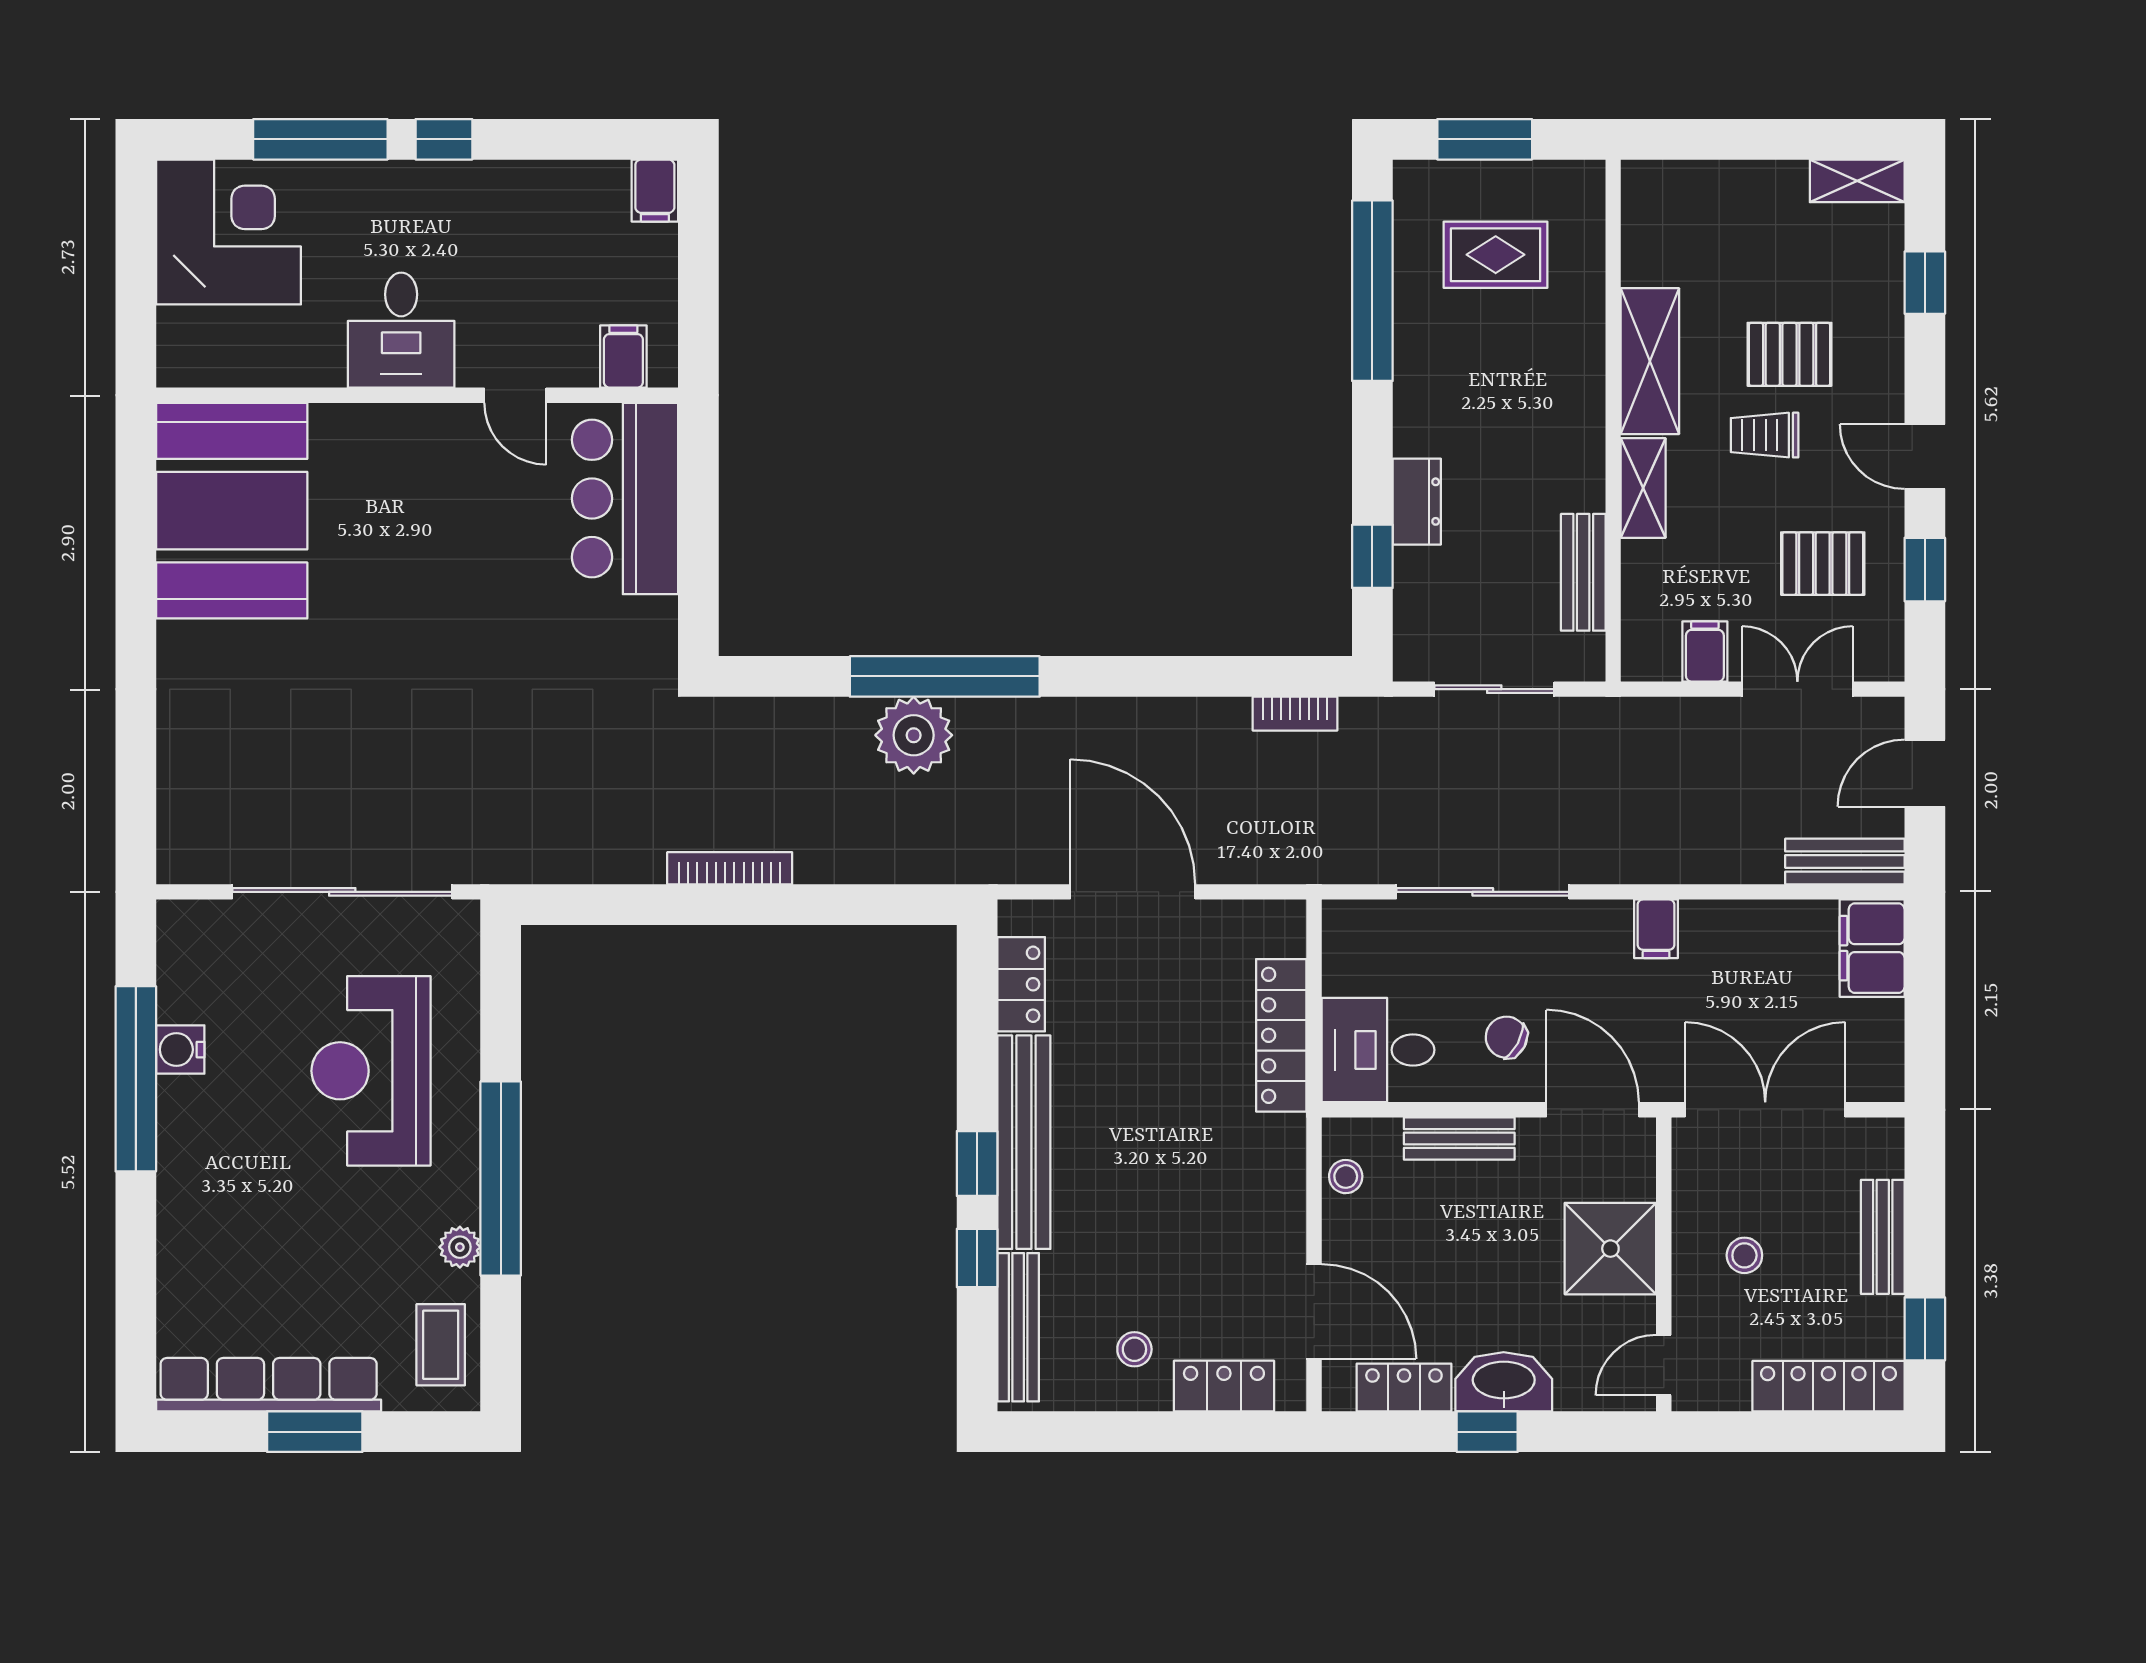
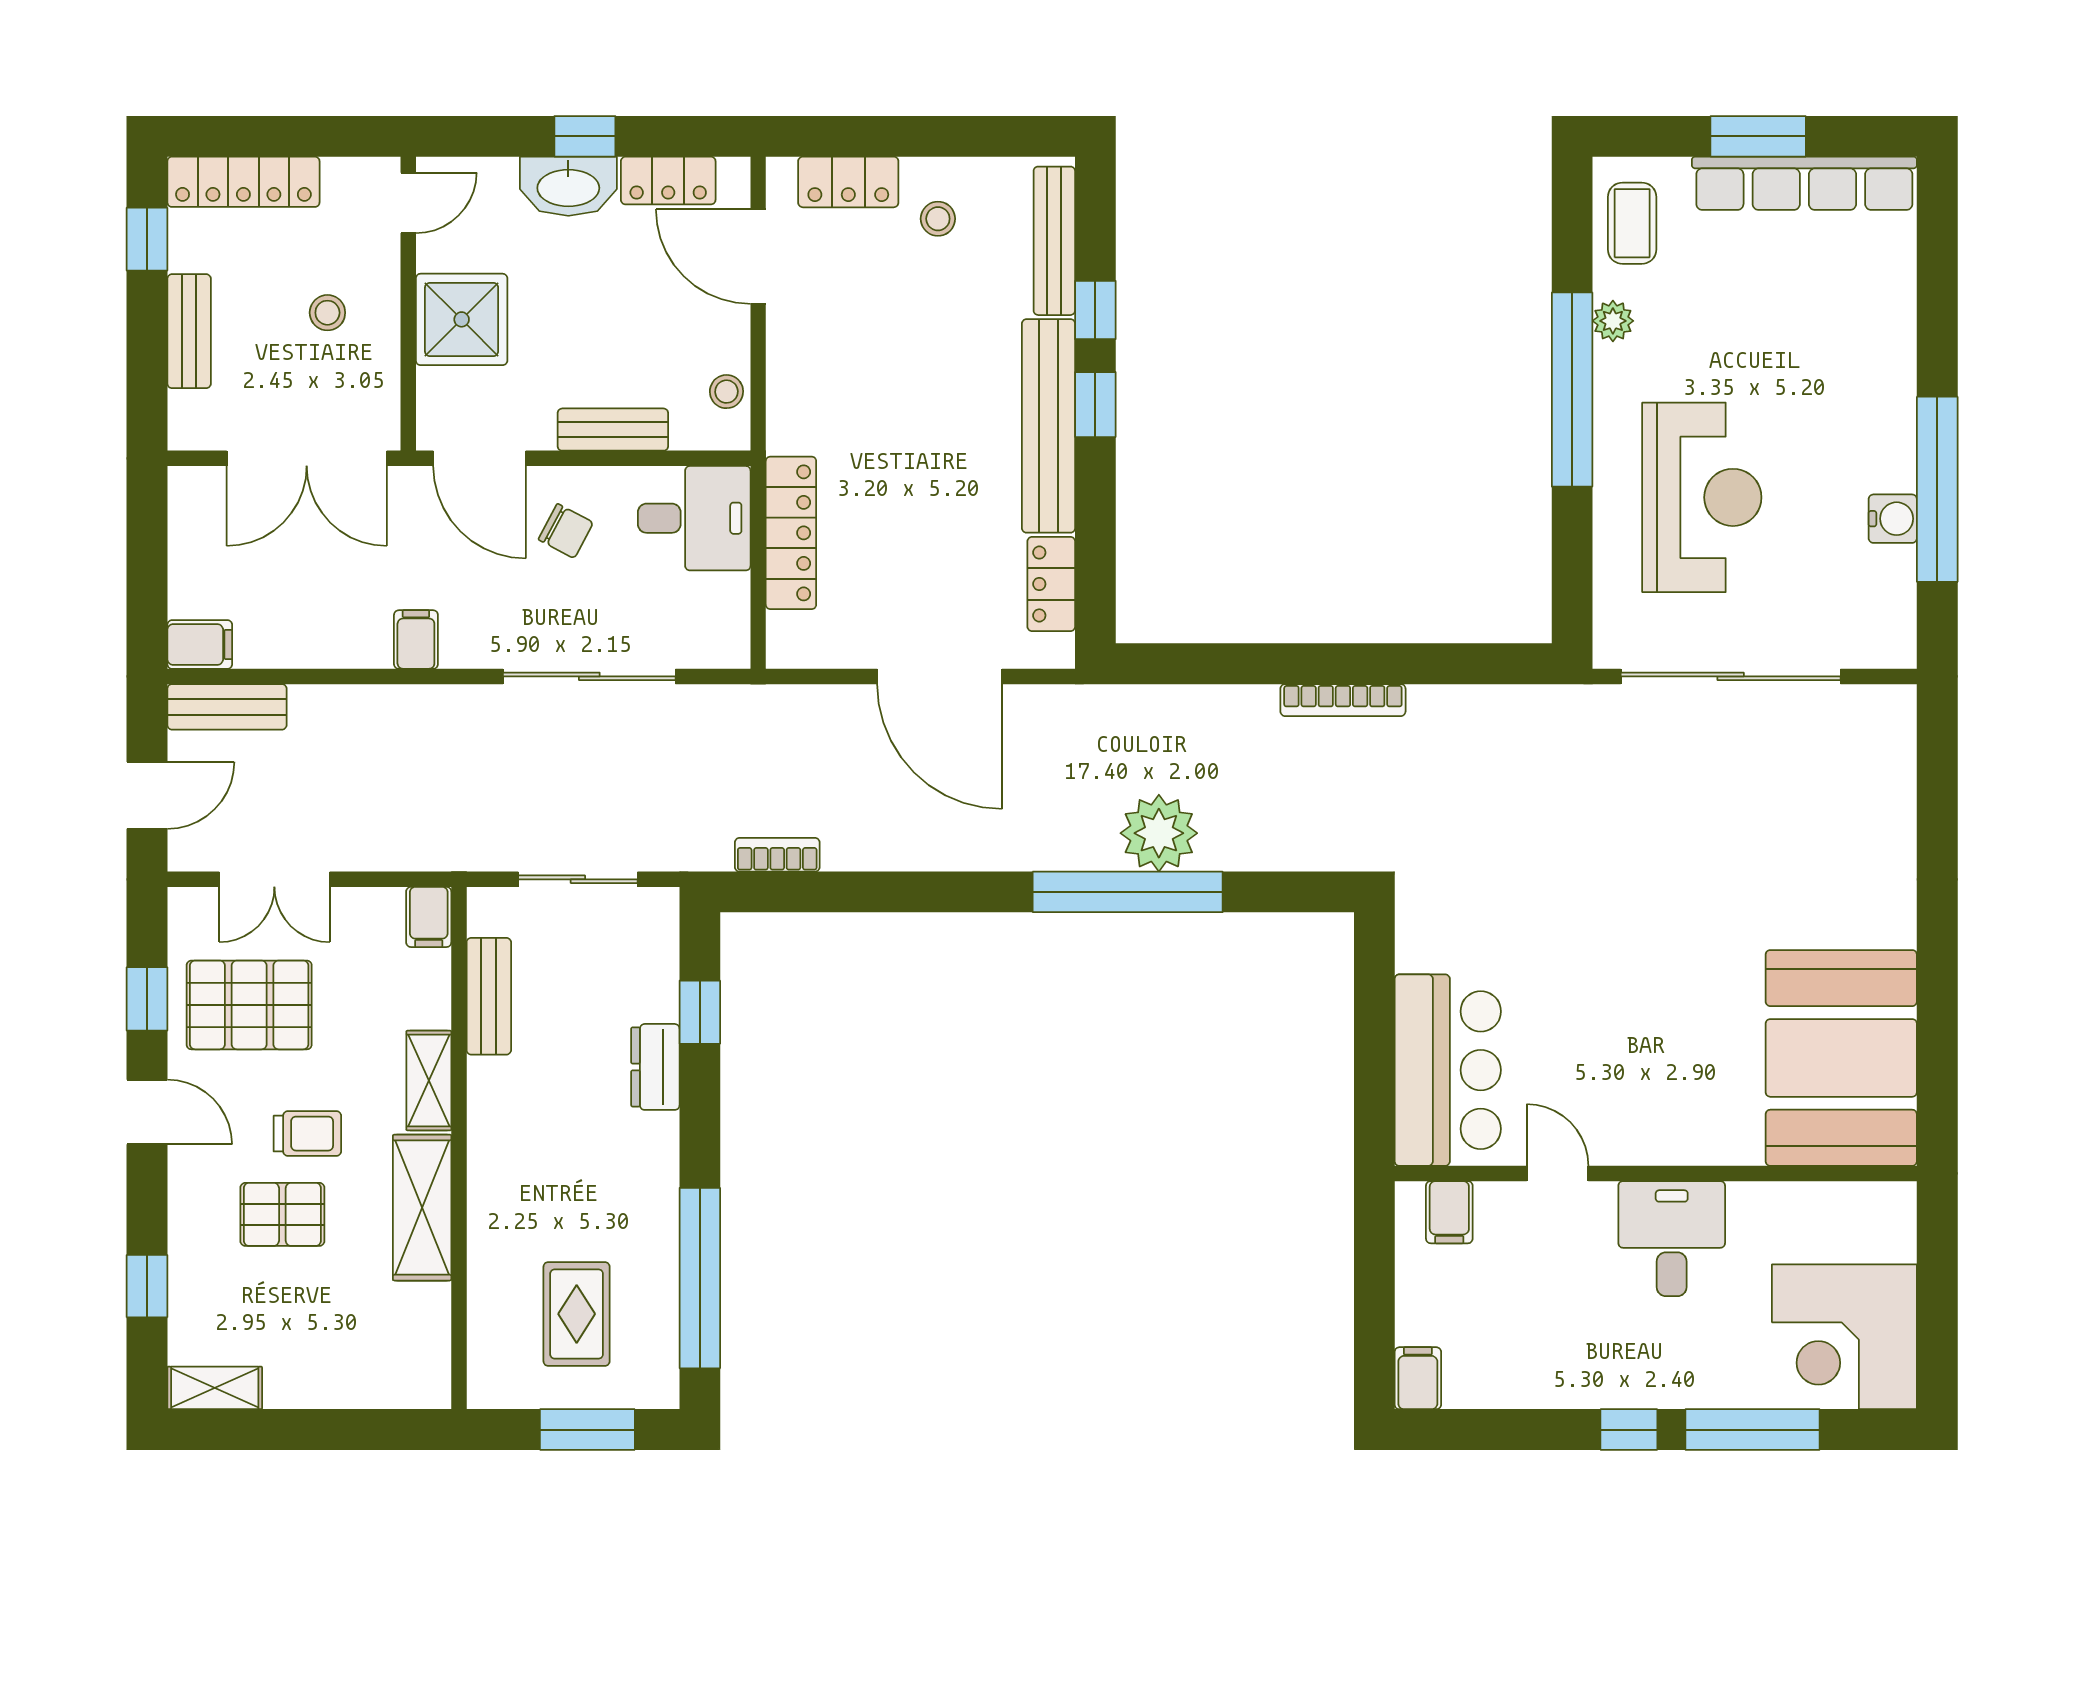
rug: (1496, 255) -> (577, 1314), turned 90
pallet: (1823, 564) -> (249, 1005), width x1.50, depth x1.42
filing cabinet: (1705, 651) -> (429, 917), moved
filing cabinet: (1872, 948) -> (200, 644), width x0.50

